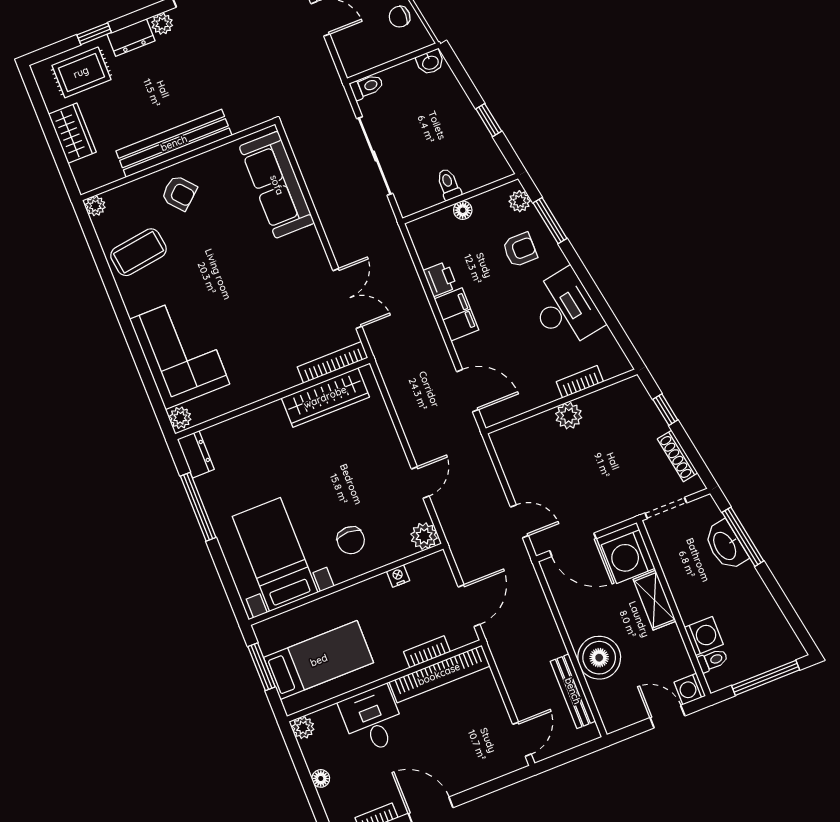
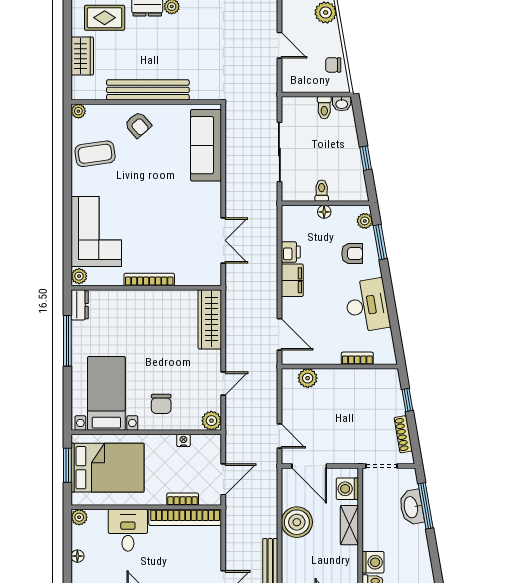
toilet: (367, 87) -> (324, 108), moved, turned 90
bookcase: (333, 362) -> (149, 279), moved
wardrobe: (325, 397) -> (210, 319), moved, turned 90
plant: (569, 416) -> (308, 378), moved
washing machine: (628, 557) -> (347, 489), width x0.73, depth x0.73
boiler: (599, 658) -> (297, 522), moved
bed: (319, 660) -> (108, 468), width x1.50

